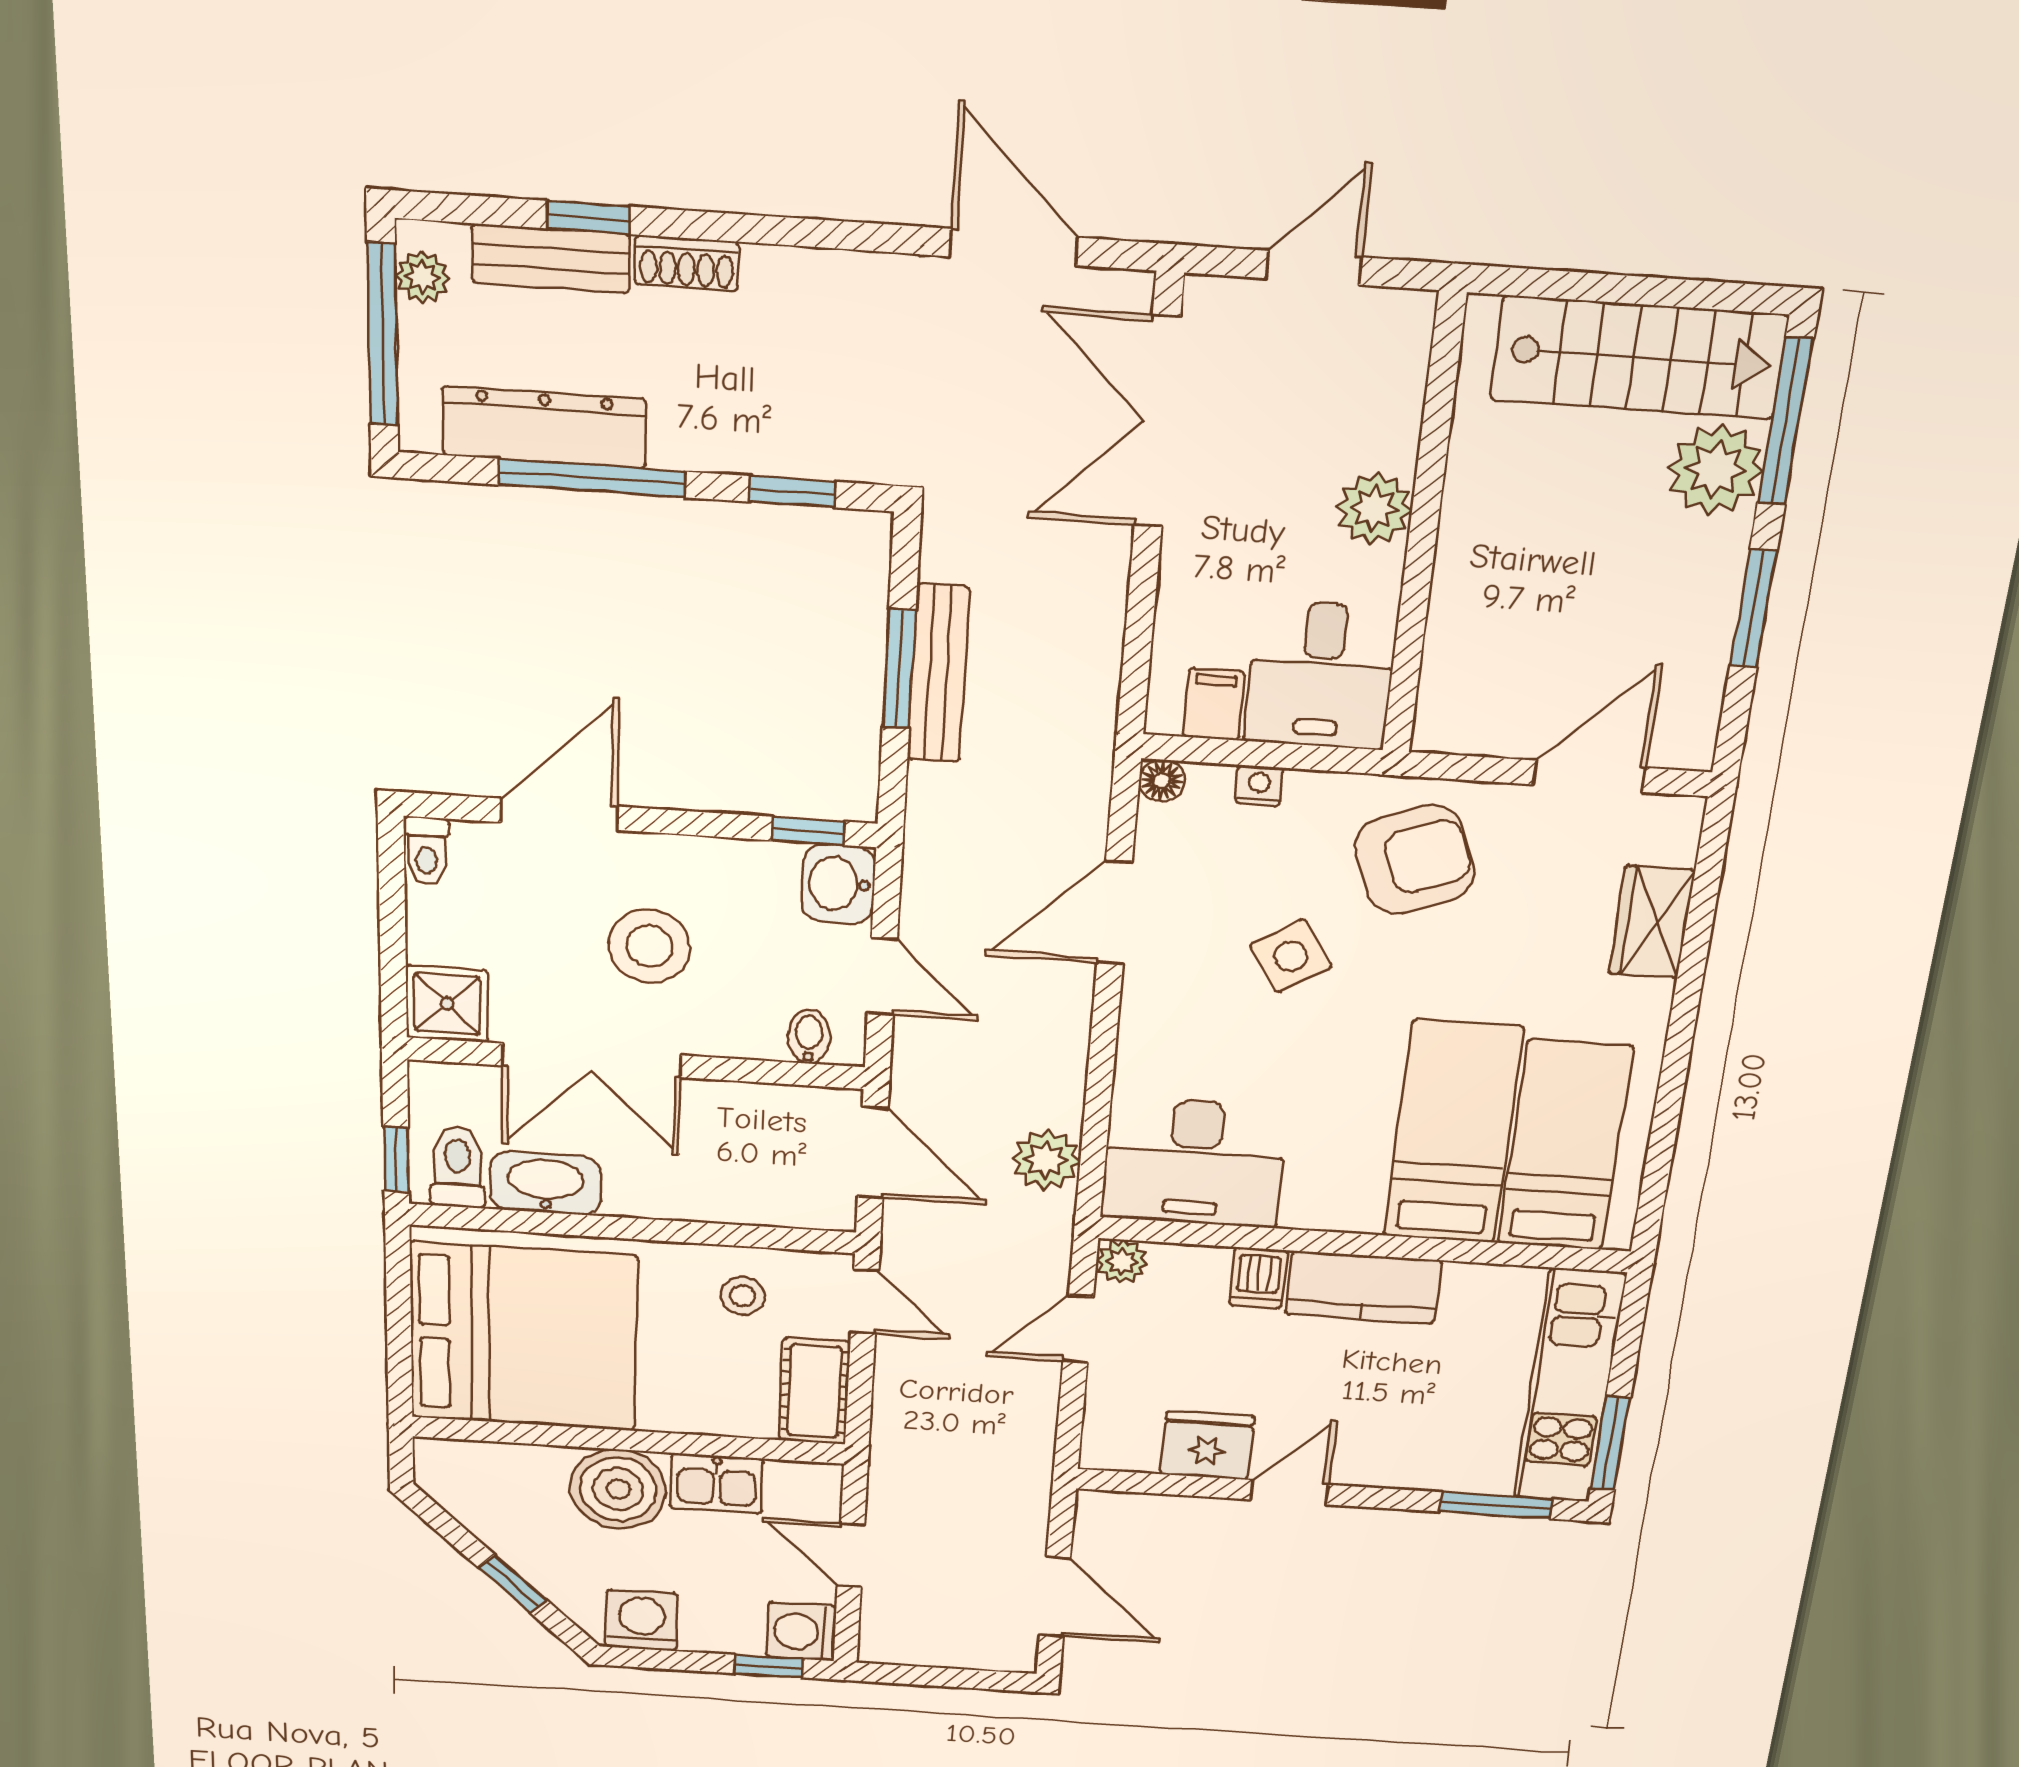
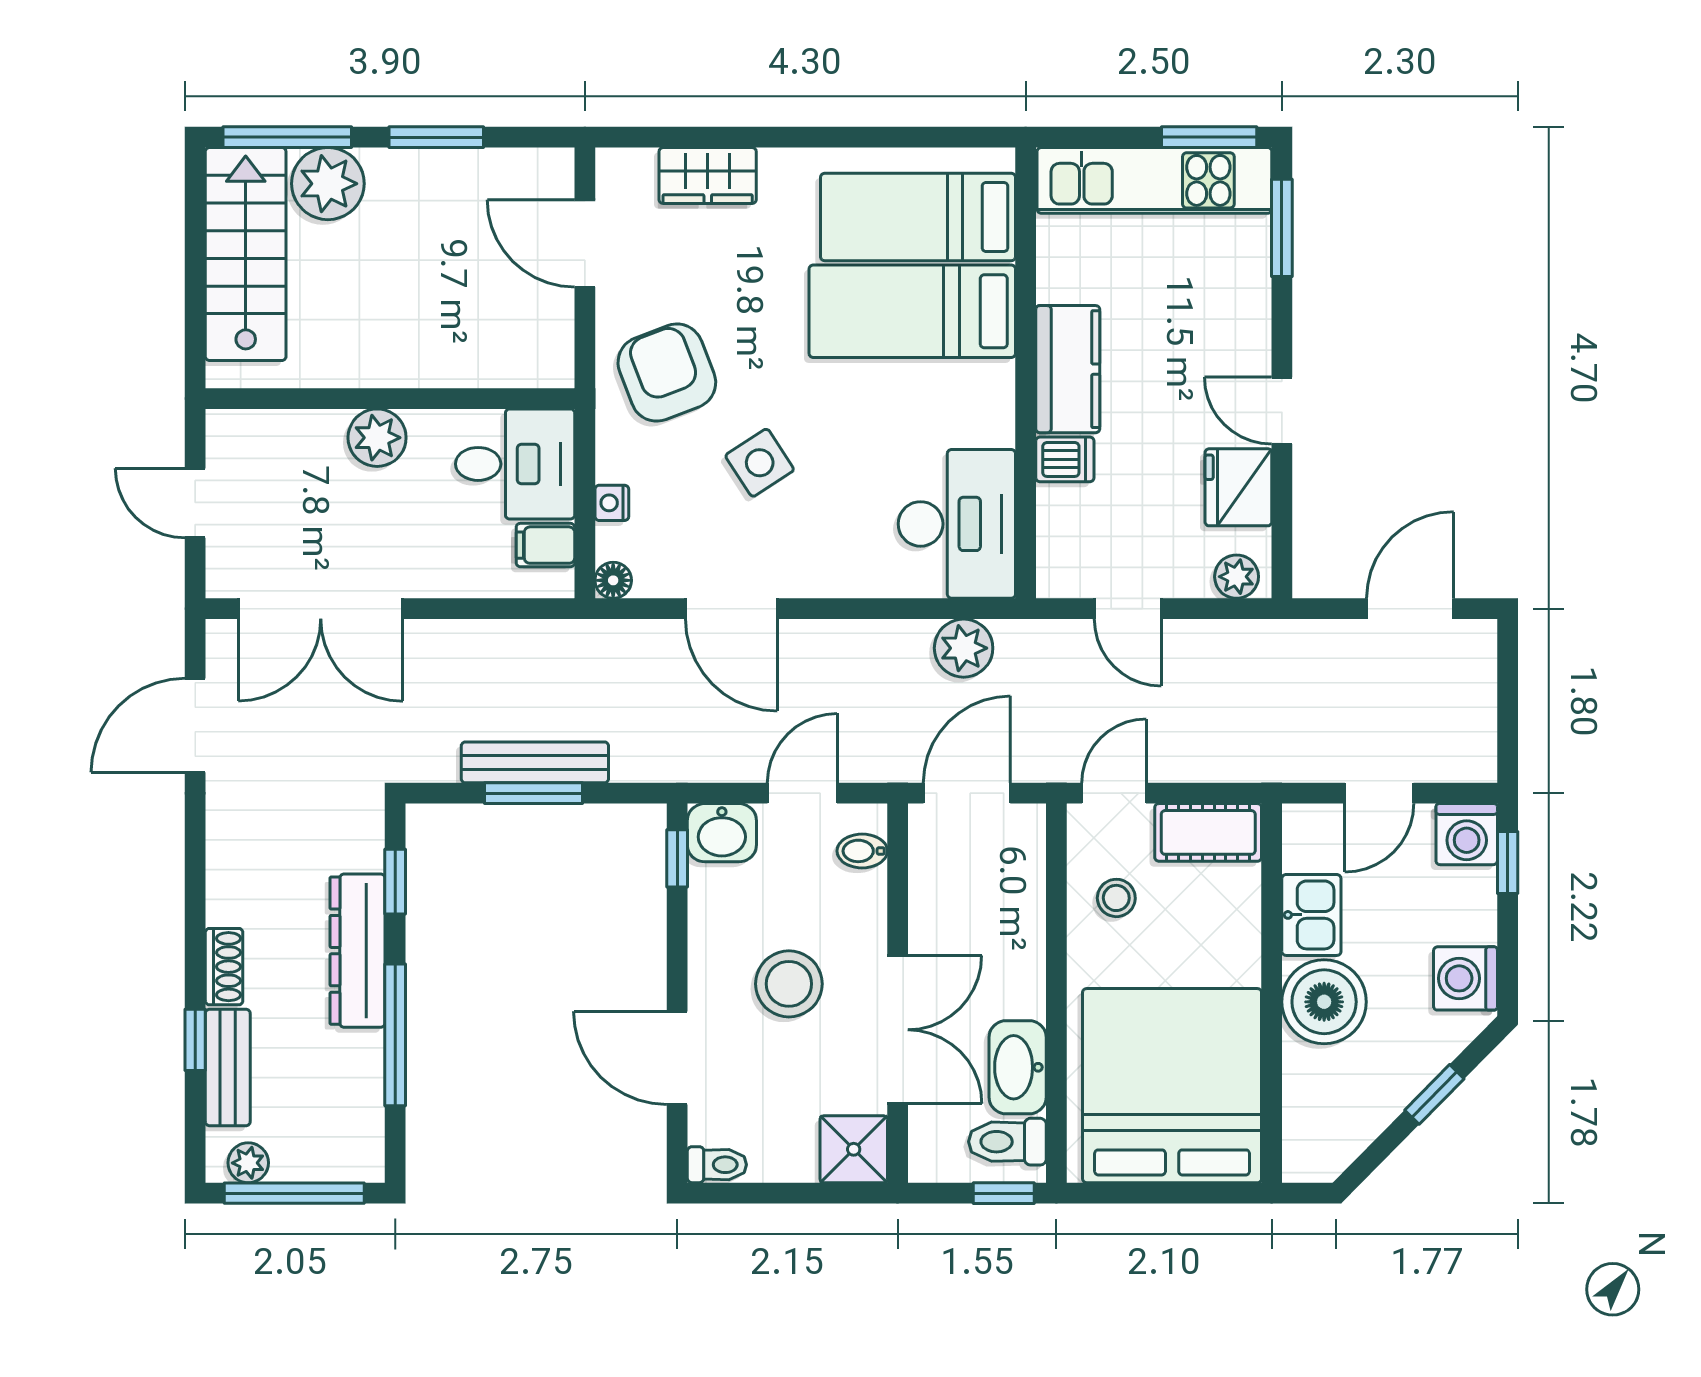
dresser: (544, 427) -> (357, 951), moved
plant: (1122, 1262) -> (1237, 577), moved

